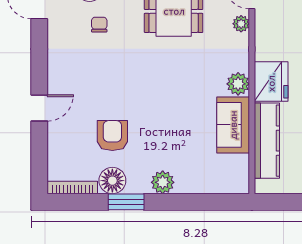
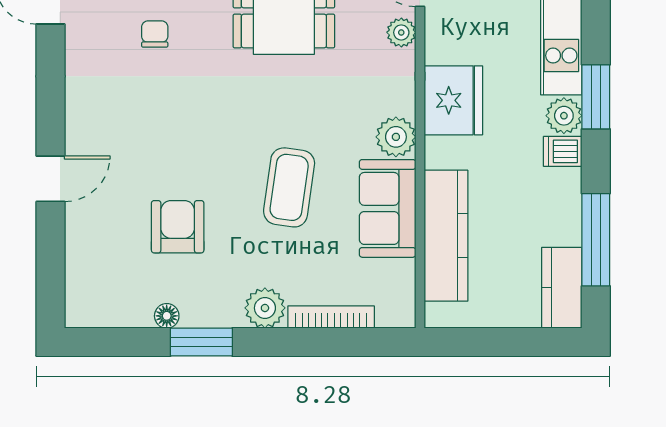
fridge: (271, 82) -> (453, 100), moved
coffee table: (177, 113) -> (289, 187), added
floor lamp: (112, 181) -> (167, 316), width x0.53, depth x0.53
bookcase: (73, 187) -> (331, 317), moved

